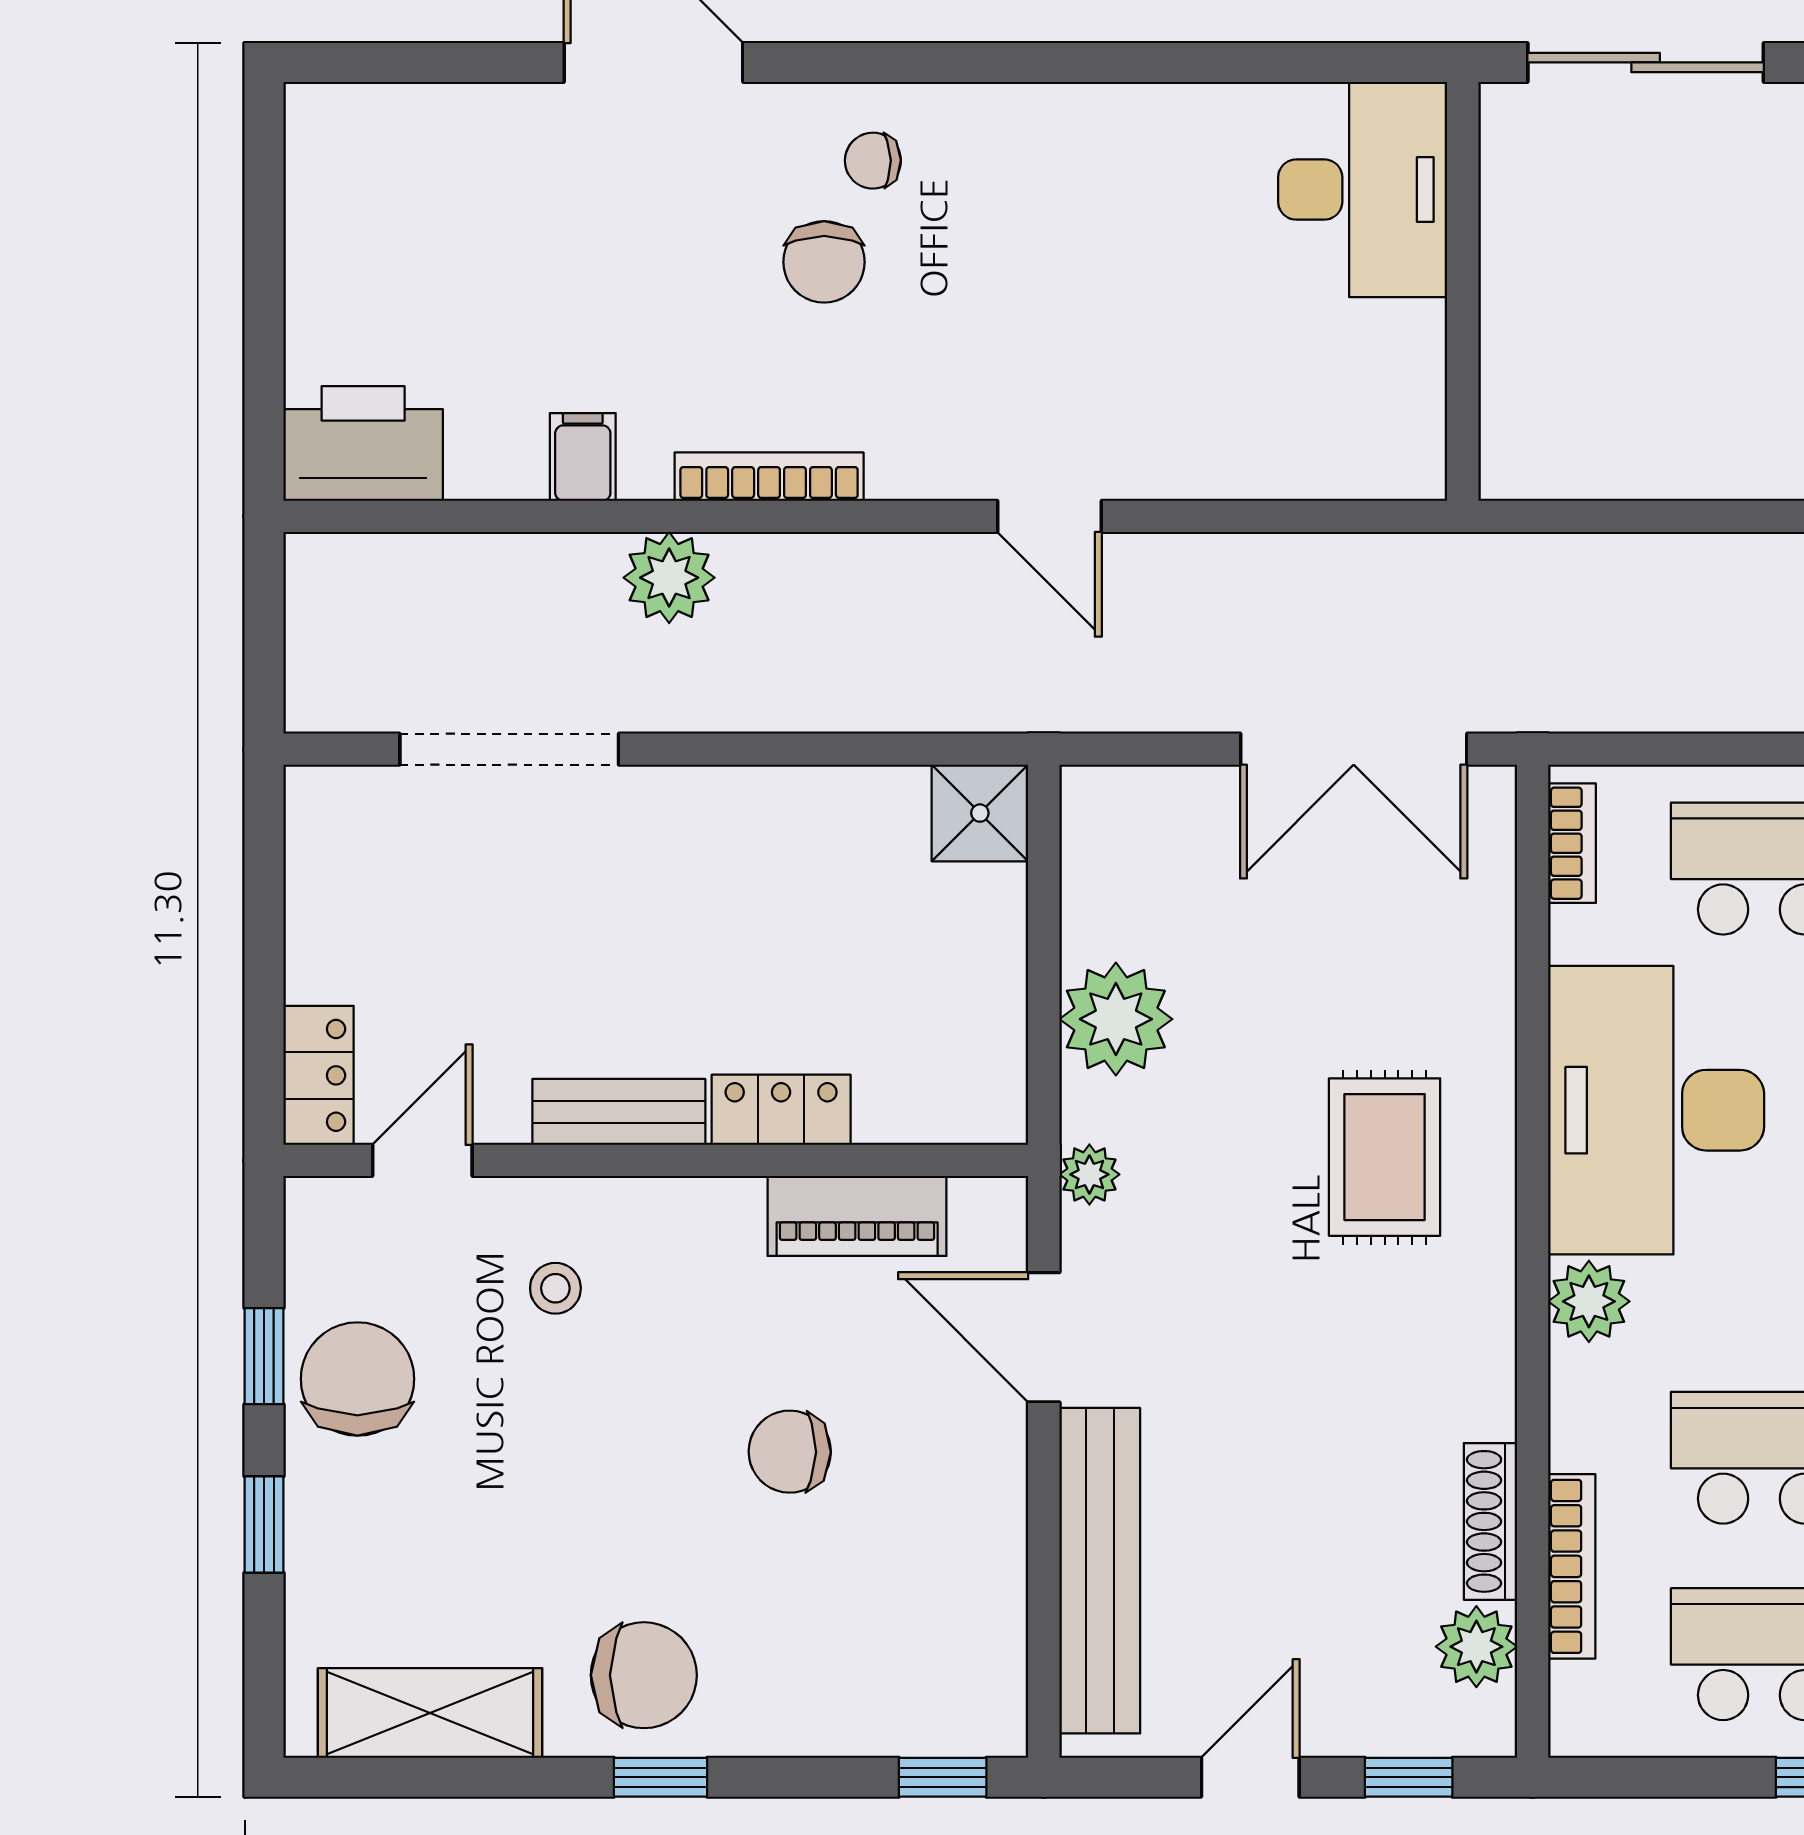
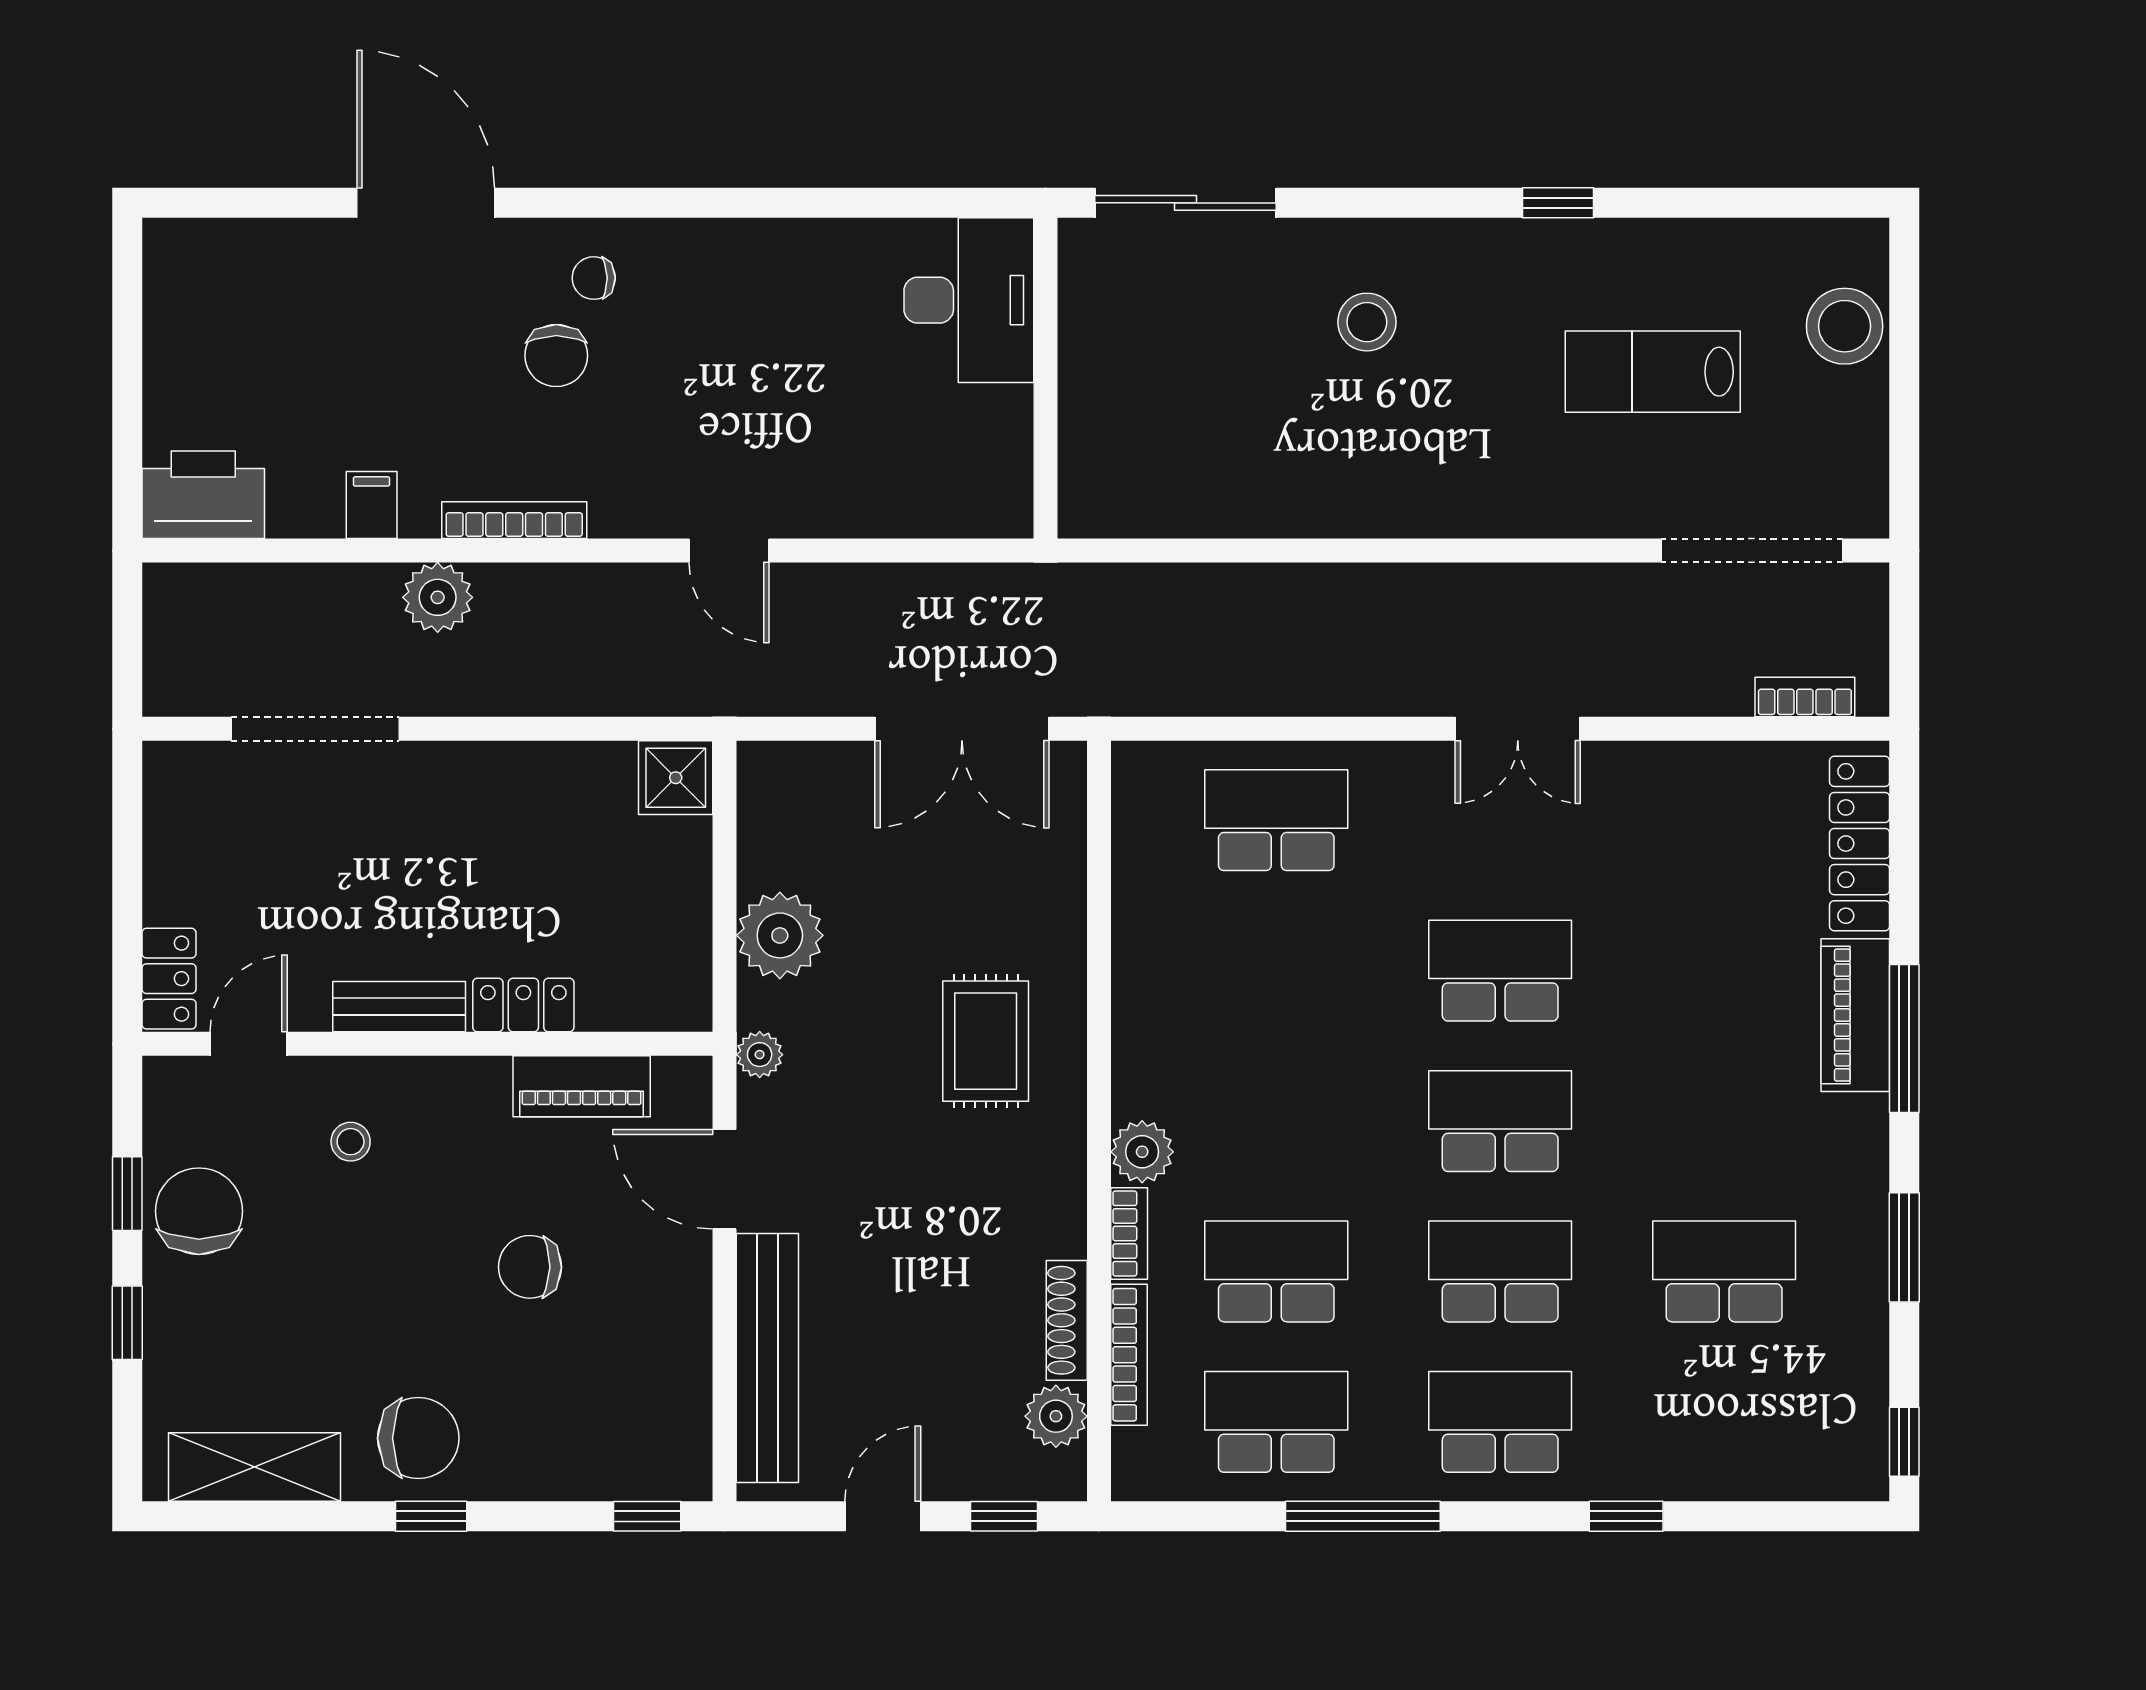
bookcase: (1572, 843) -> (1129, 1234), moved
desk: (1656, 1110) -> (1194, 1005), removed

